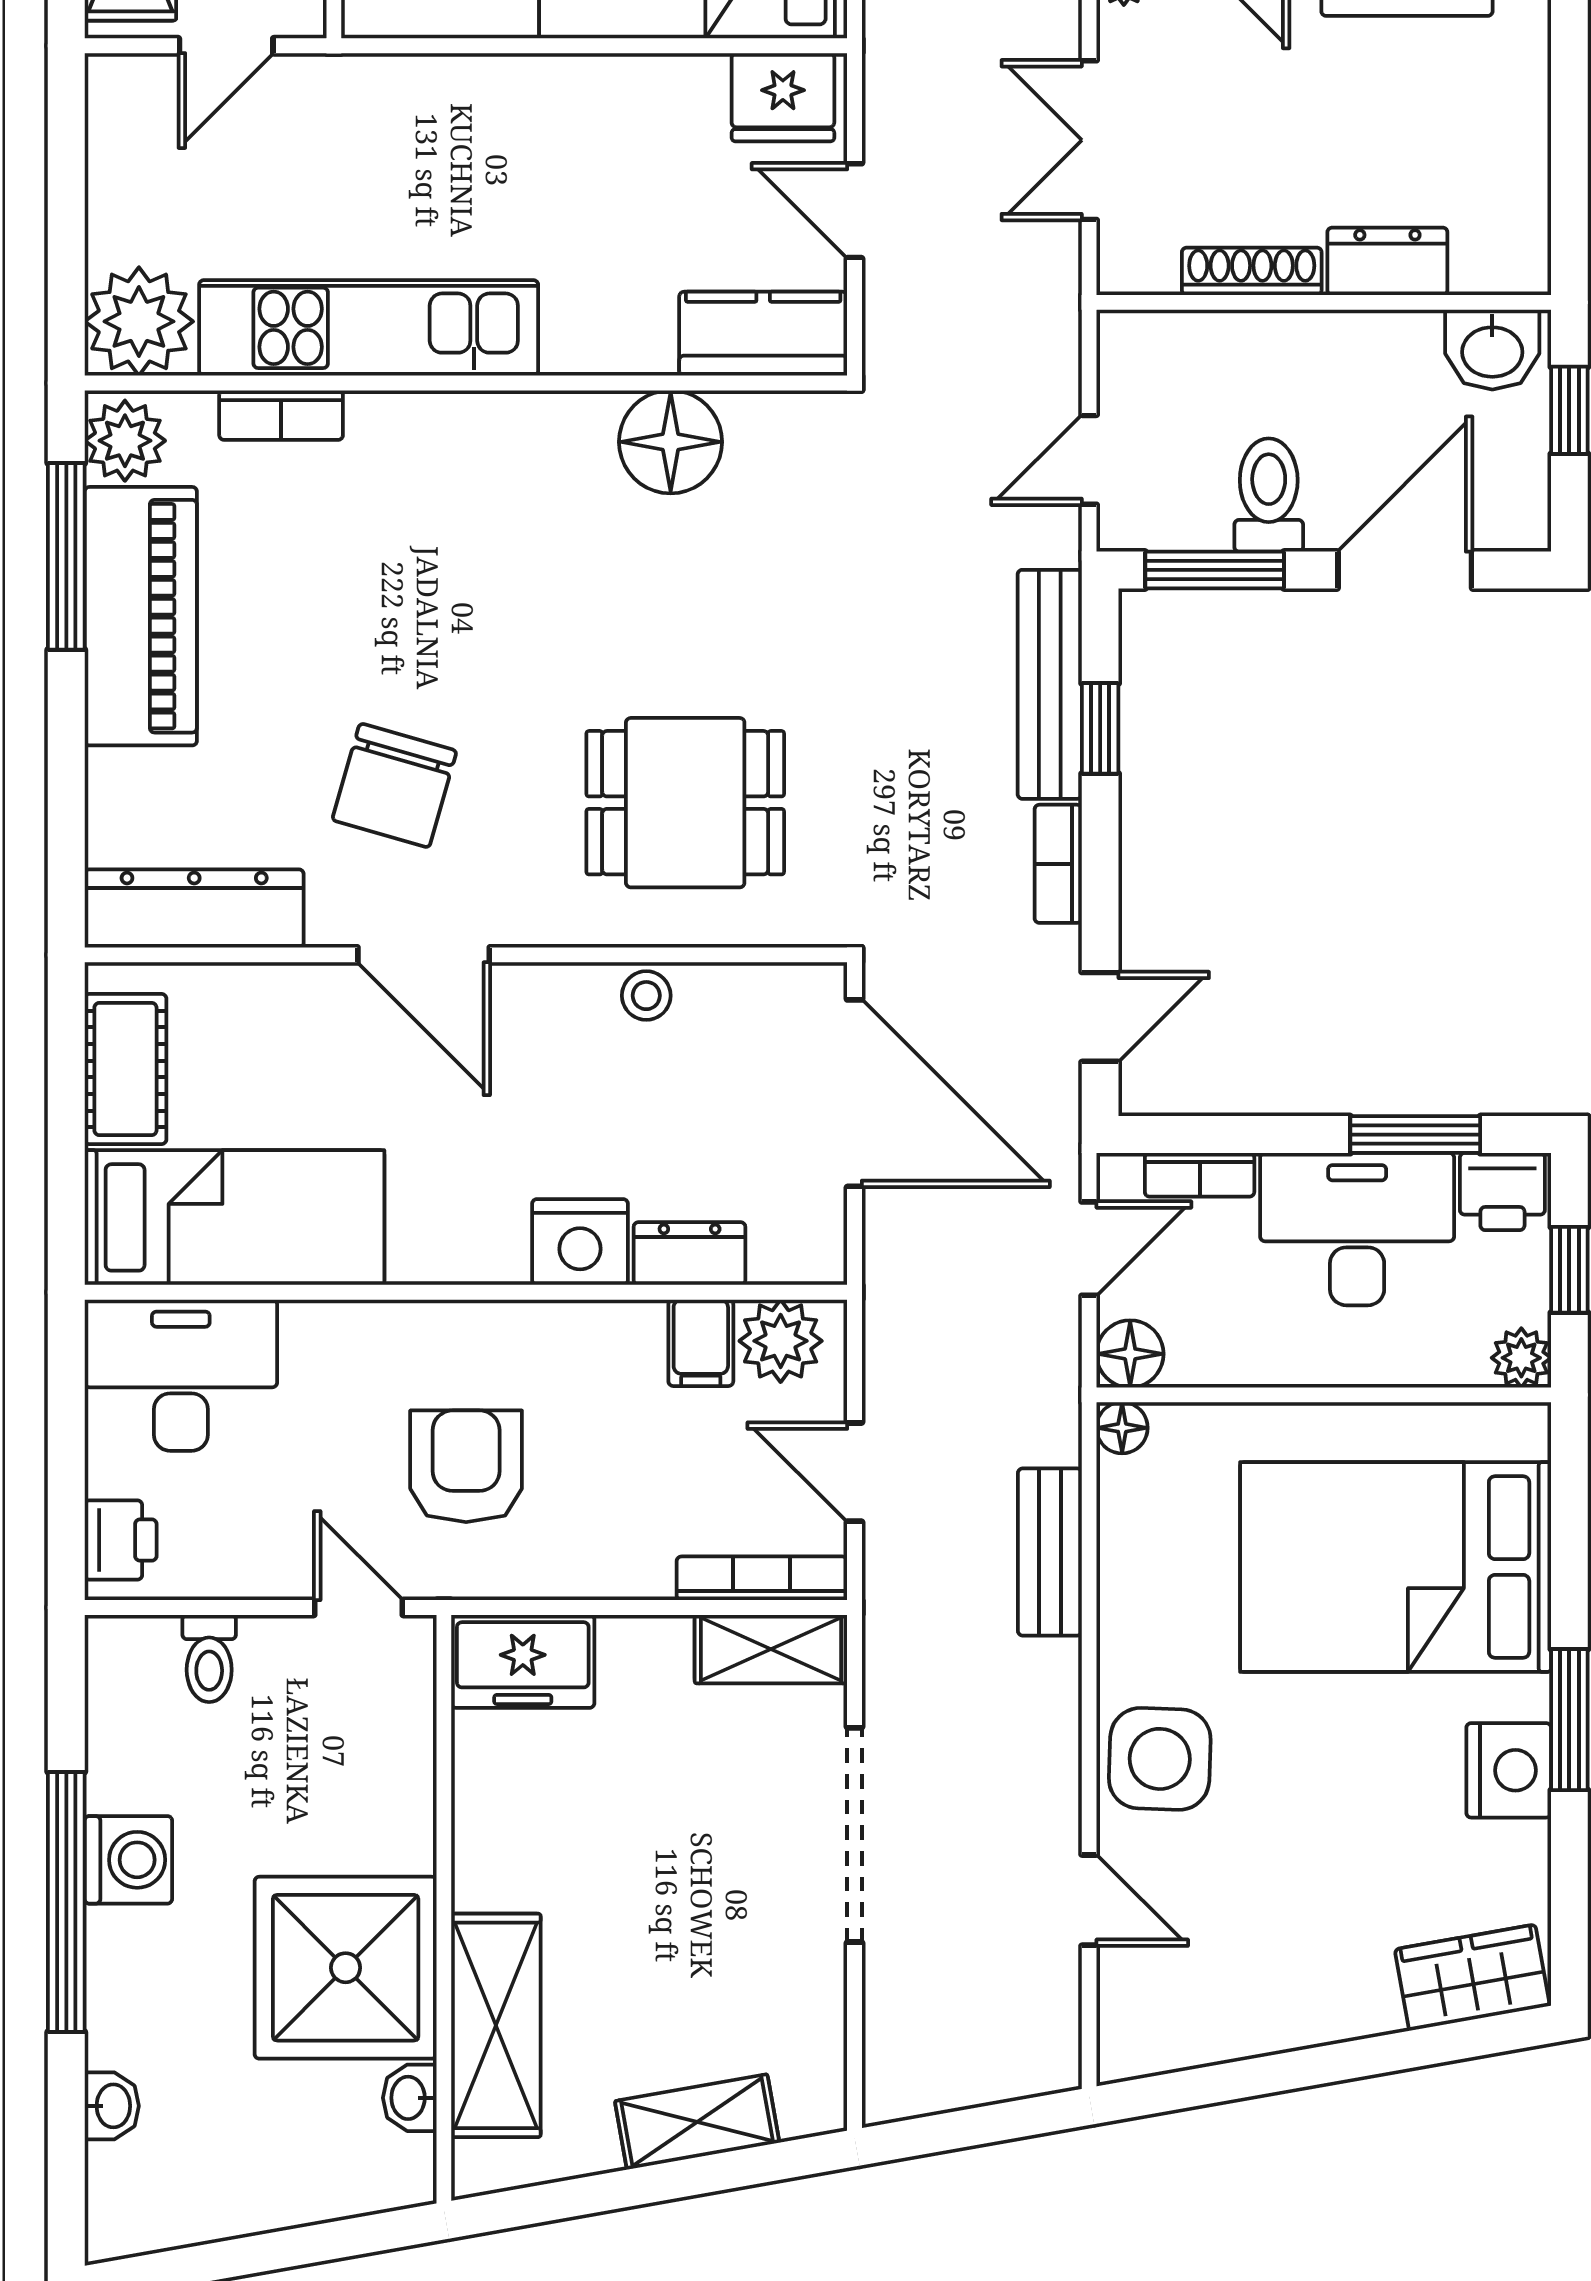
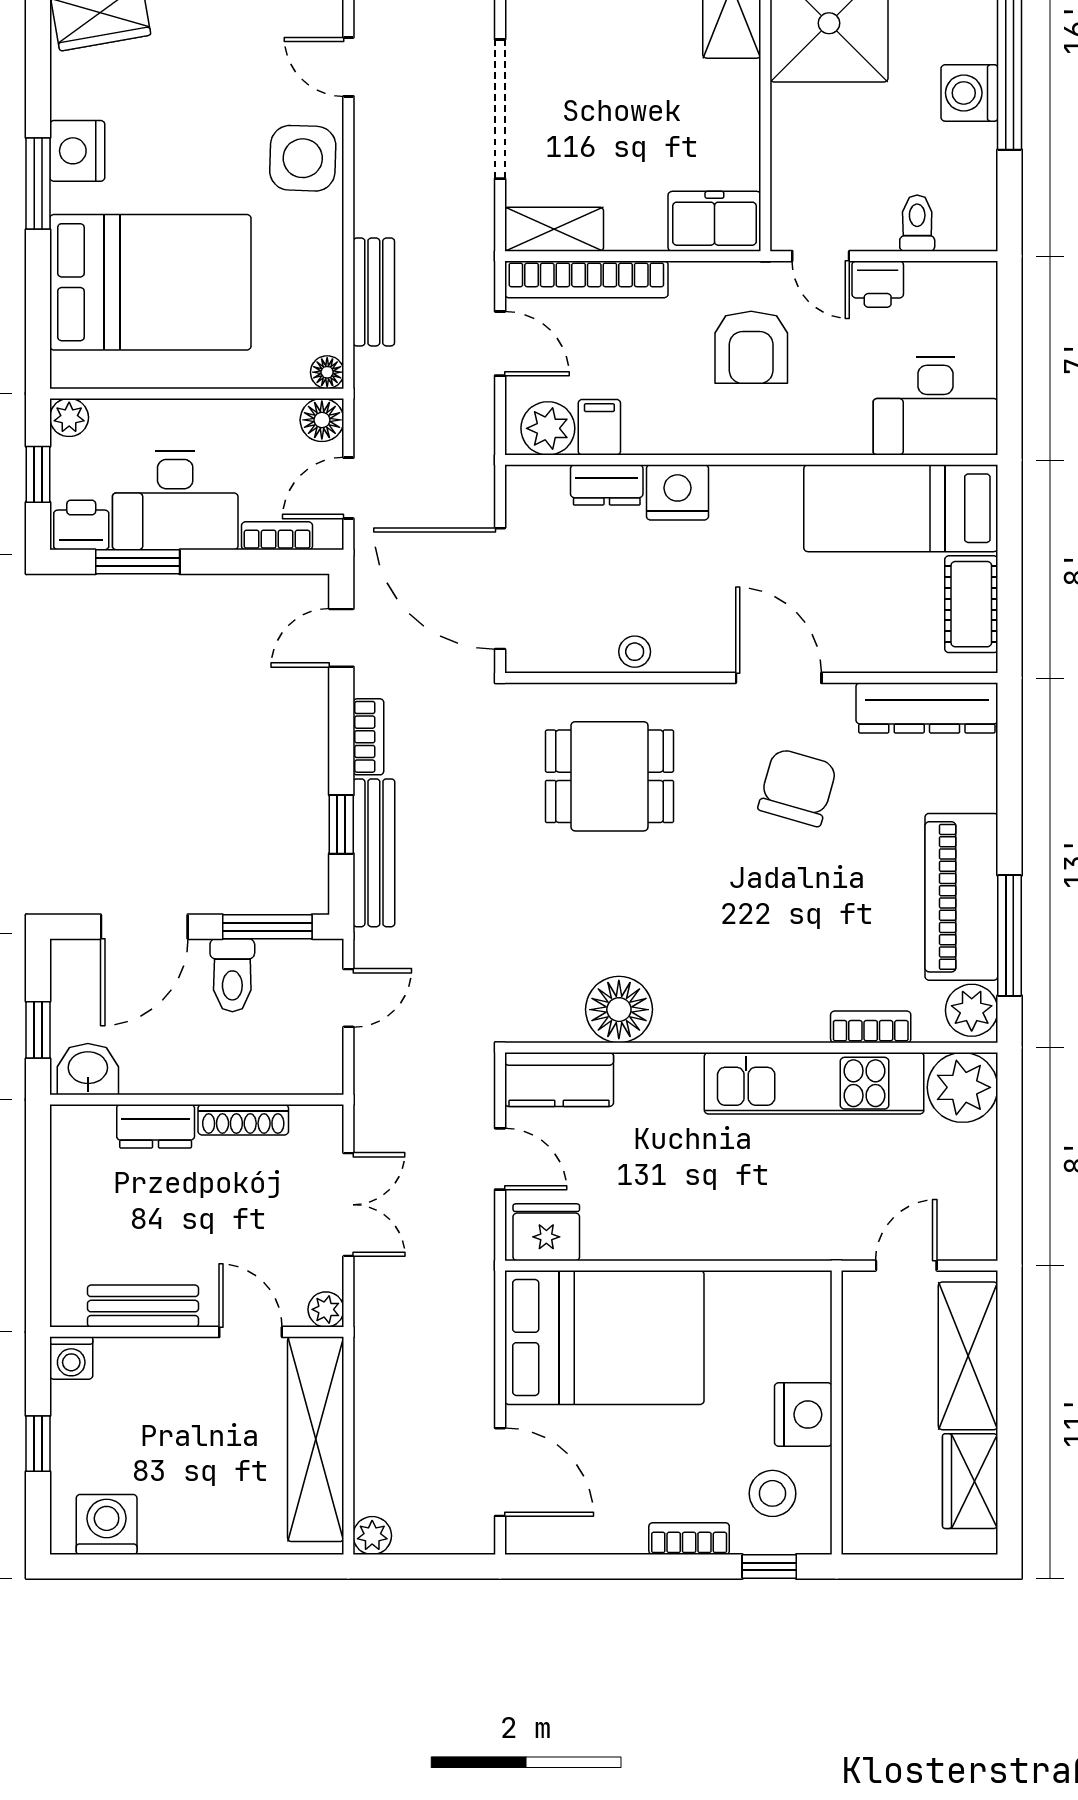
printer: (121, 1540) -> (878, 284), moved, turned -90
bookcase: (762, 1578) -> (586, 279), width x1.48, depth x1.31

